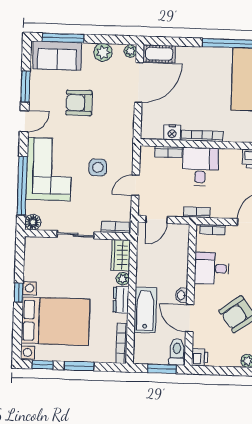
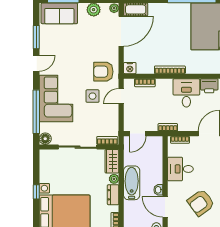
armchair: (79, 103) -> (103, 72), moved
nightstand: (172, 133) -> (130, 68), moved
desk: (200, 167) -> (186, 93), moved
door: (135, 185) -> (121, 96), moved
sliding door: (76, 235) -> (78, 147), width x1.37
bathtub: (145, 310) -> (132, 183), moved

